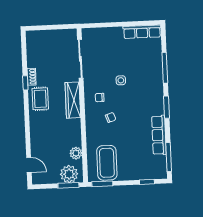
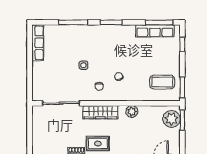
row of seats: (159, 135) -> (155, 31), moved
plant: (76, 153) -> (132, 111), moved
coffee table: (107, 163) -> (162, 82), width x0.73, depth x0.76

